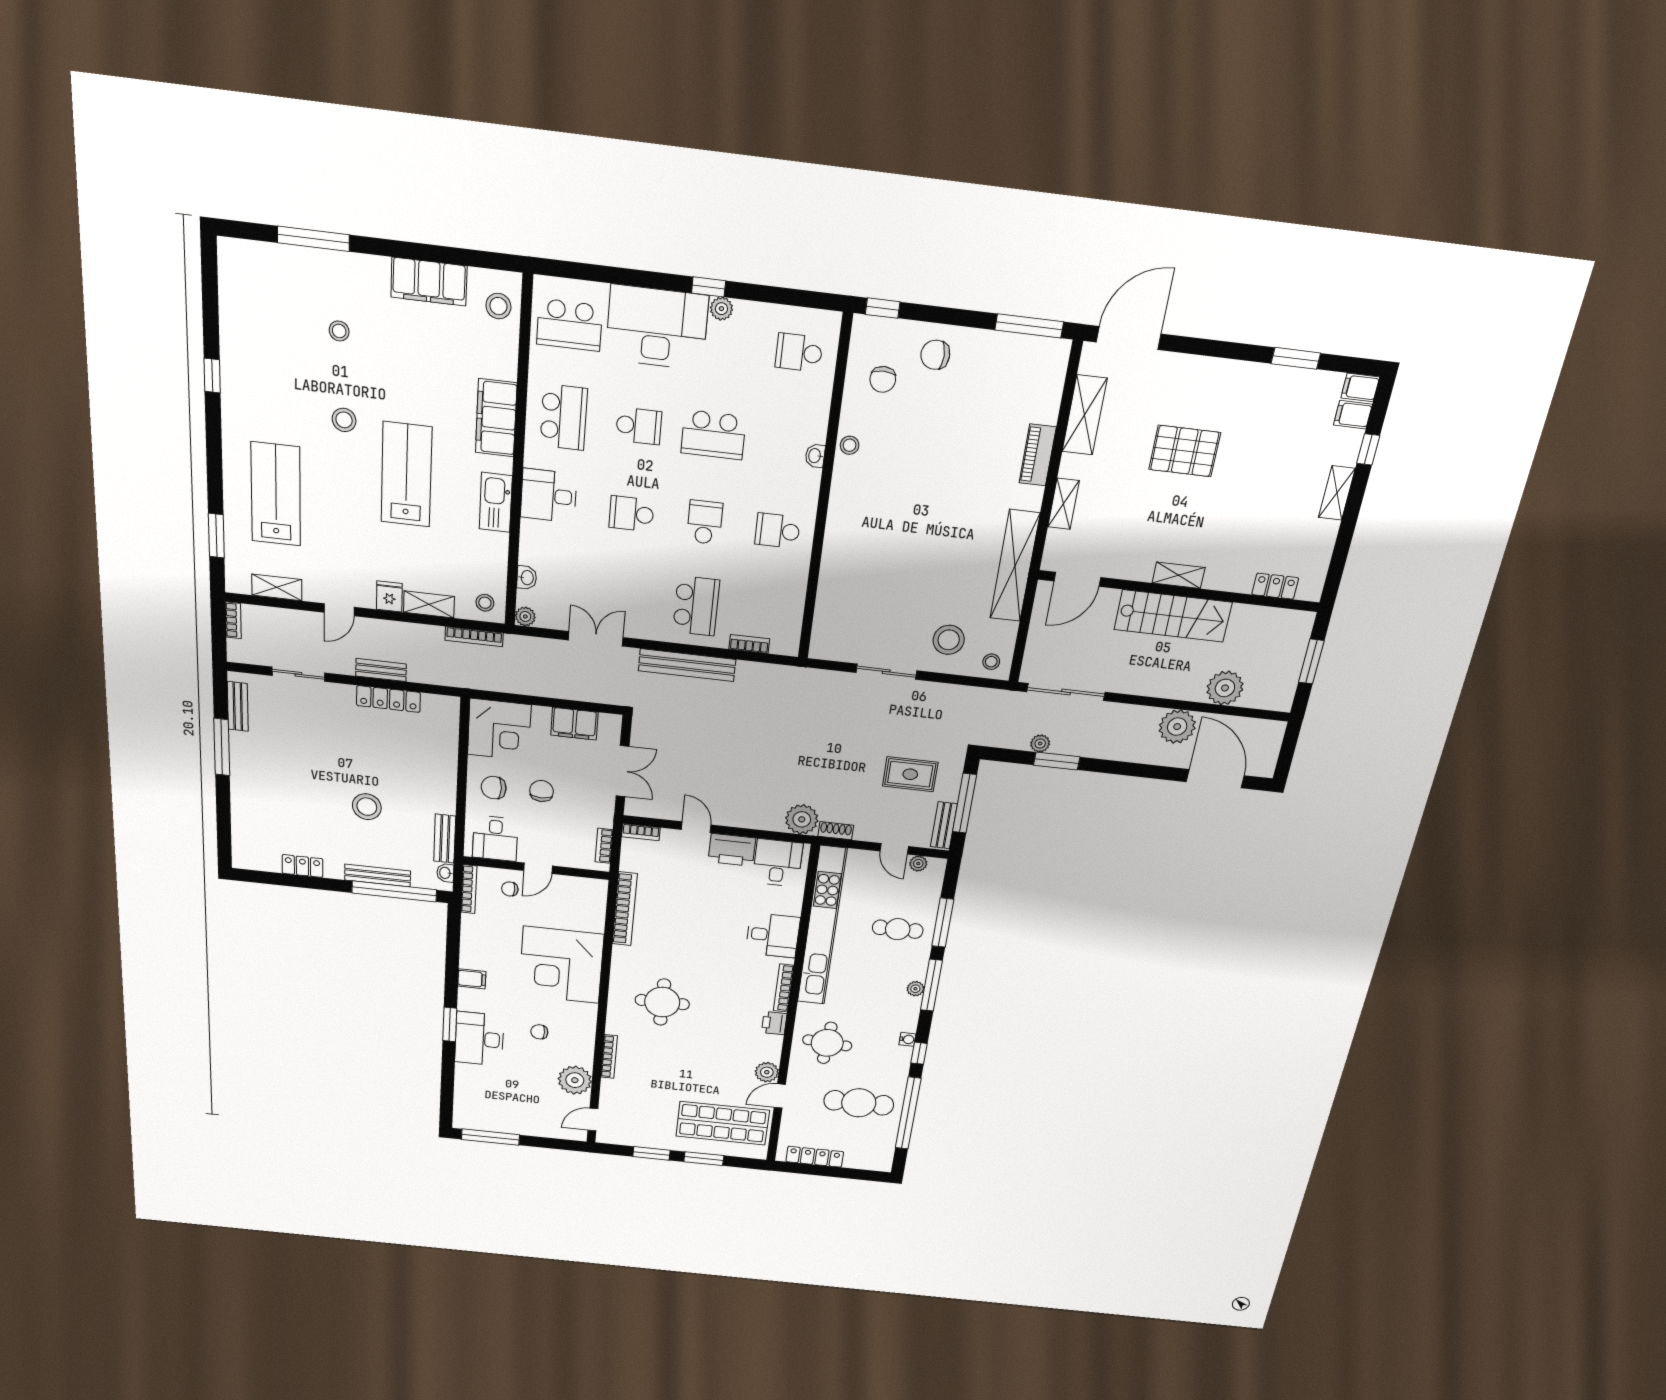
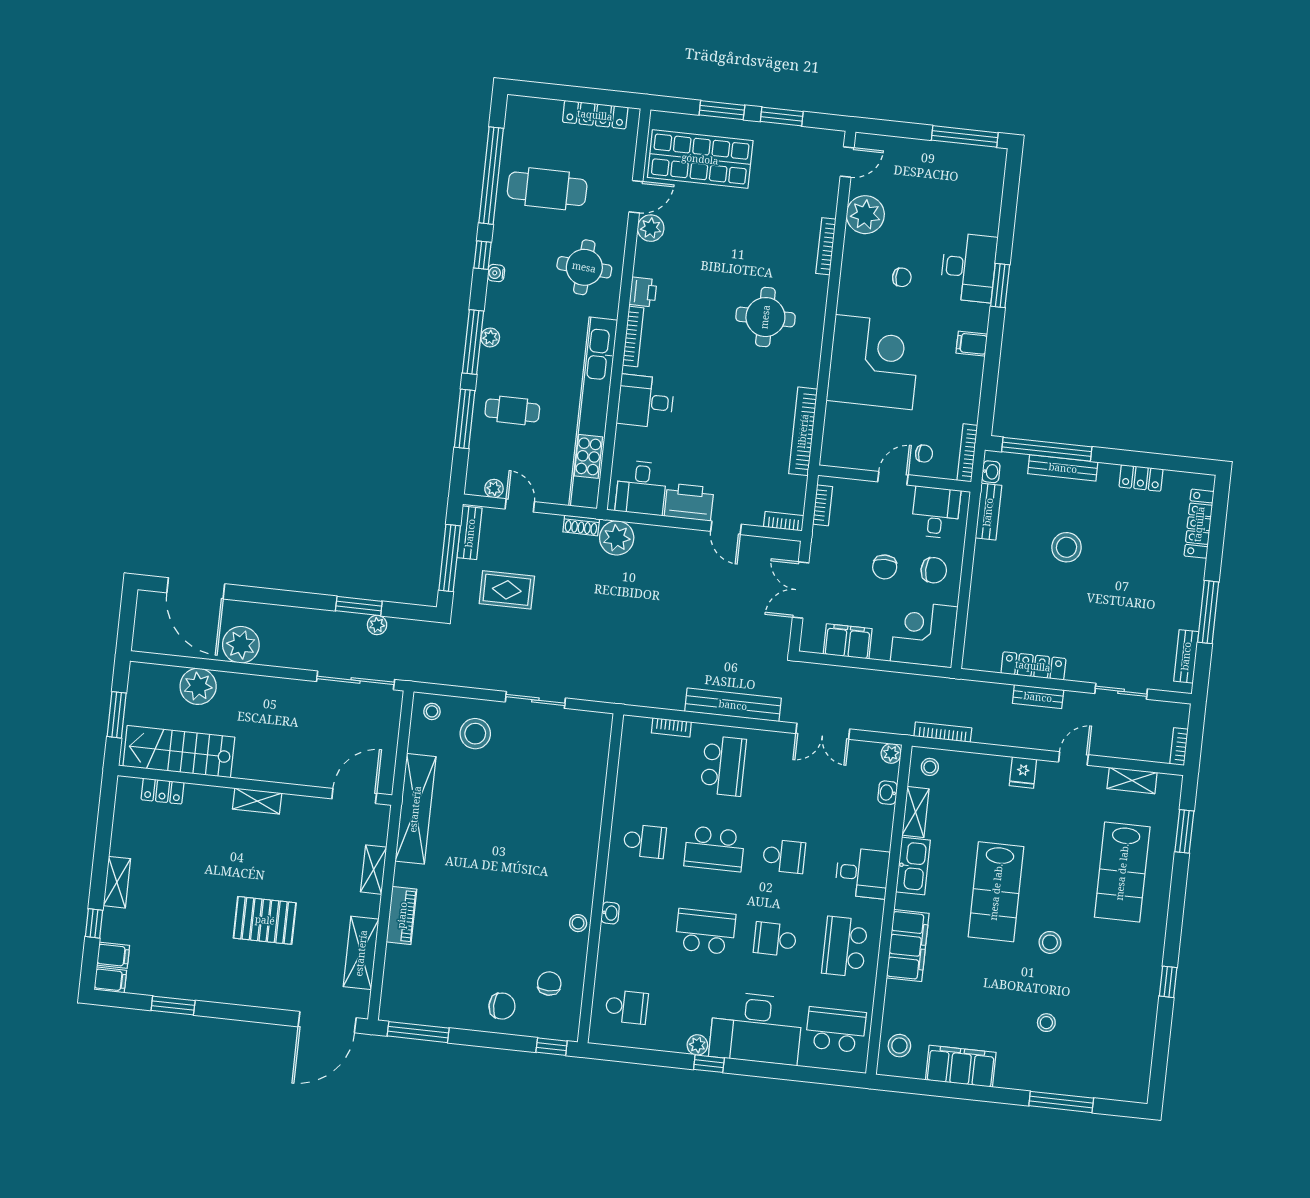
school desk: (705, 522) -> (714, 849), width x1.85
shelving: (429, 604) -> (915, 812), moved, turned 90
school desk: (696, 606) -> (723, 766), turned 180
stairs: (1173, 616) -> (179, 752), moved
locker: (242, 826) -> (1199, 524), added

